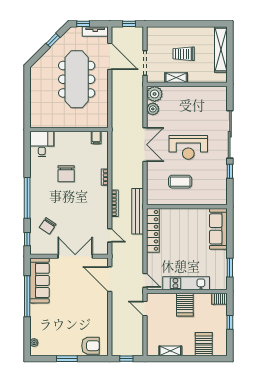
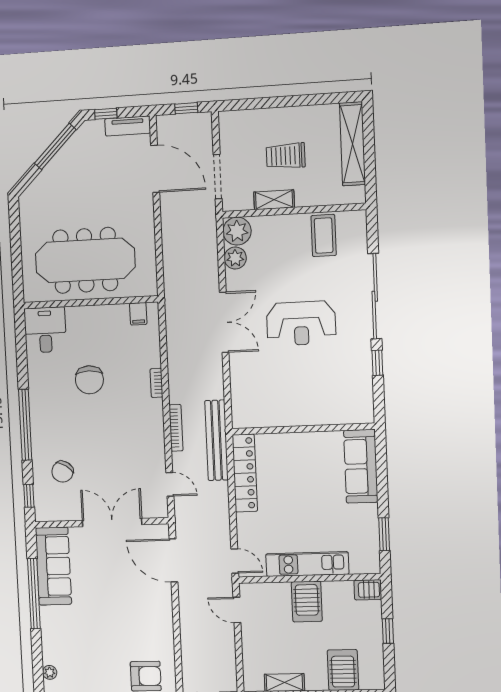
window: (53, 40) -> (55, 146), width x2.17
meeting table: (77, 79) -> (85, 260), moved, turned 90
coffee table: (180, 182) -> (324, 236), moved, turned 90

